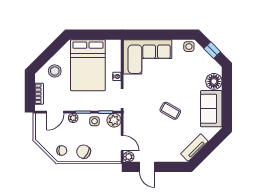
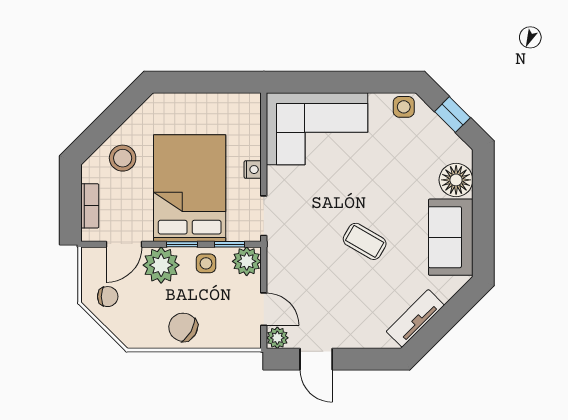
bed: (88, 65) -> (190, 188), moved, turned 180
plant: (73, 118) -> (161, 265), width x1.88, depth x1.88
chair: (62, 151) -> (108, 297), moved

